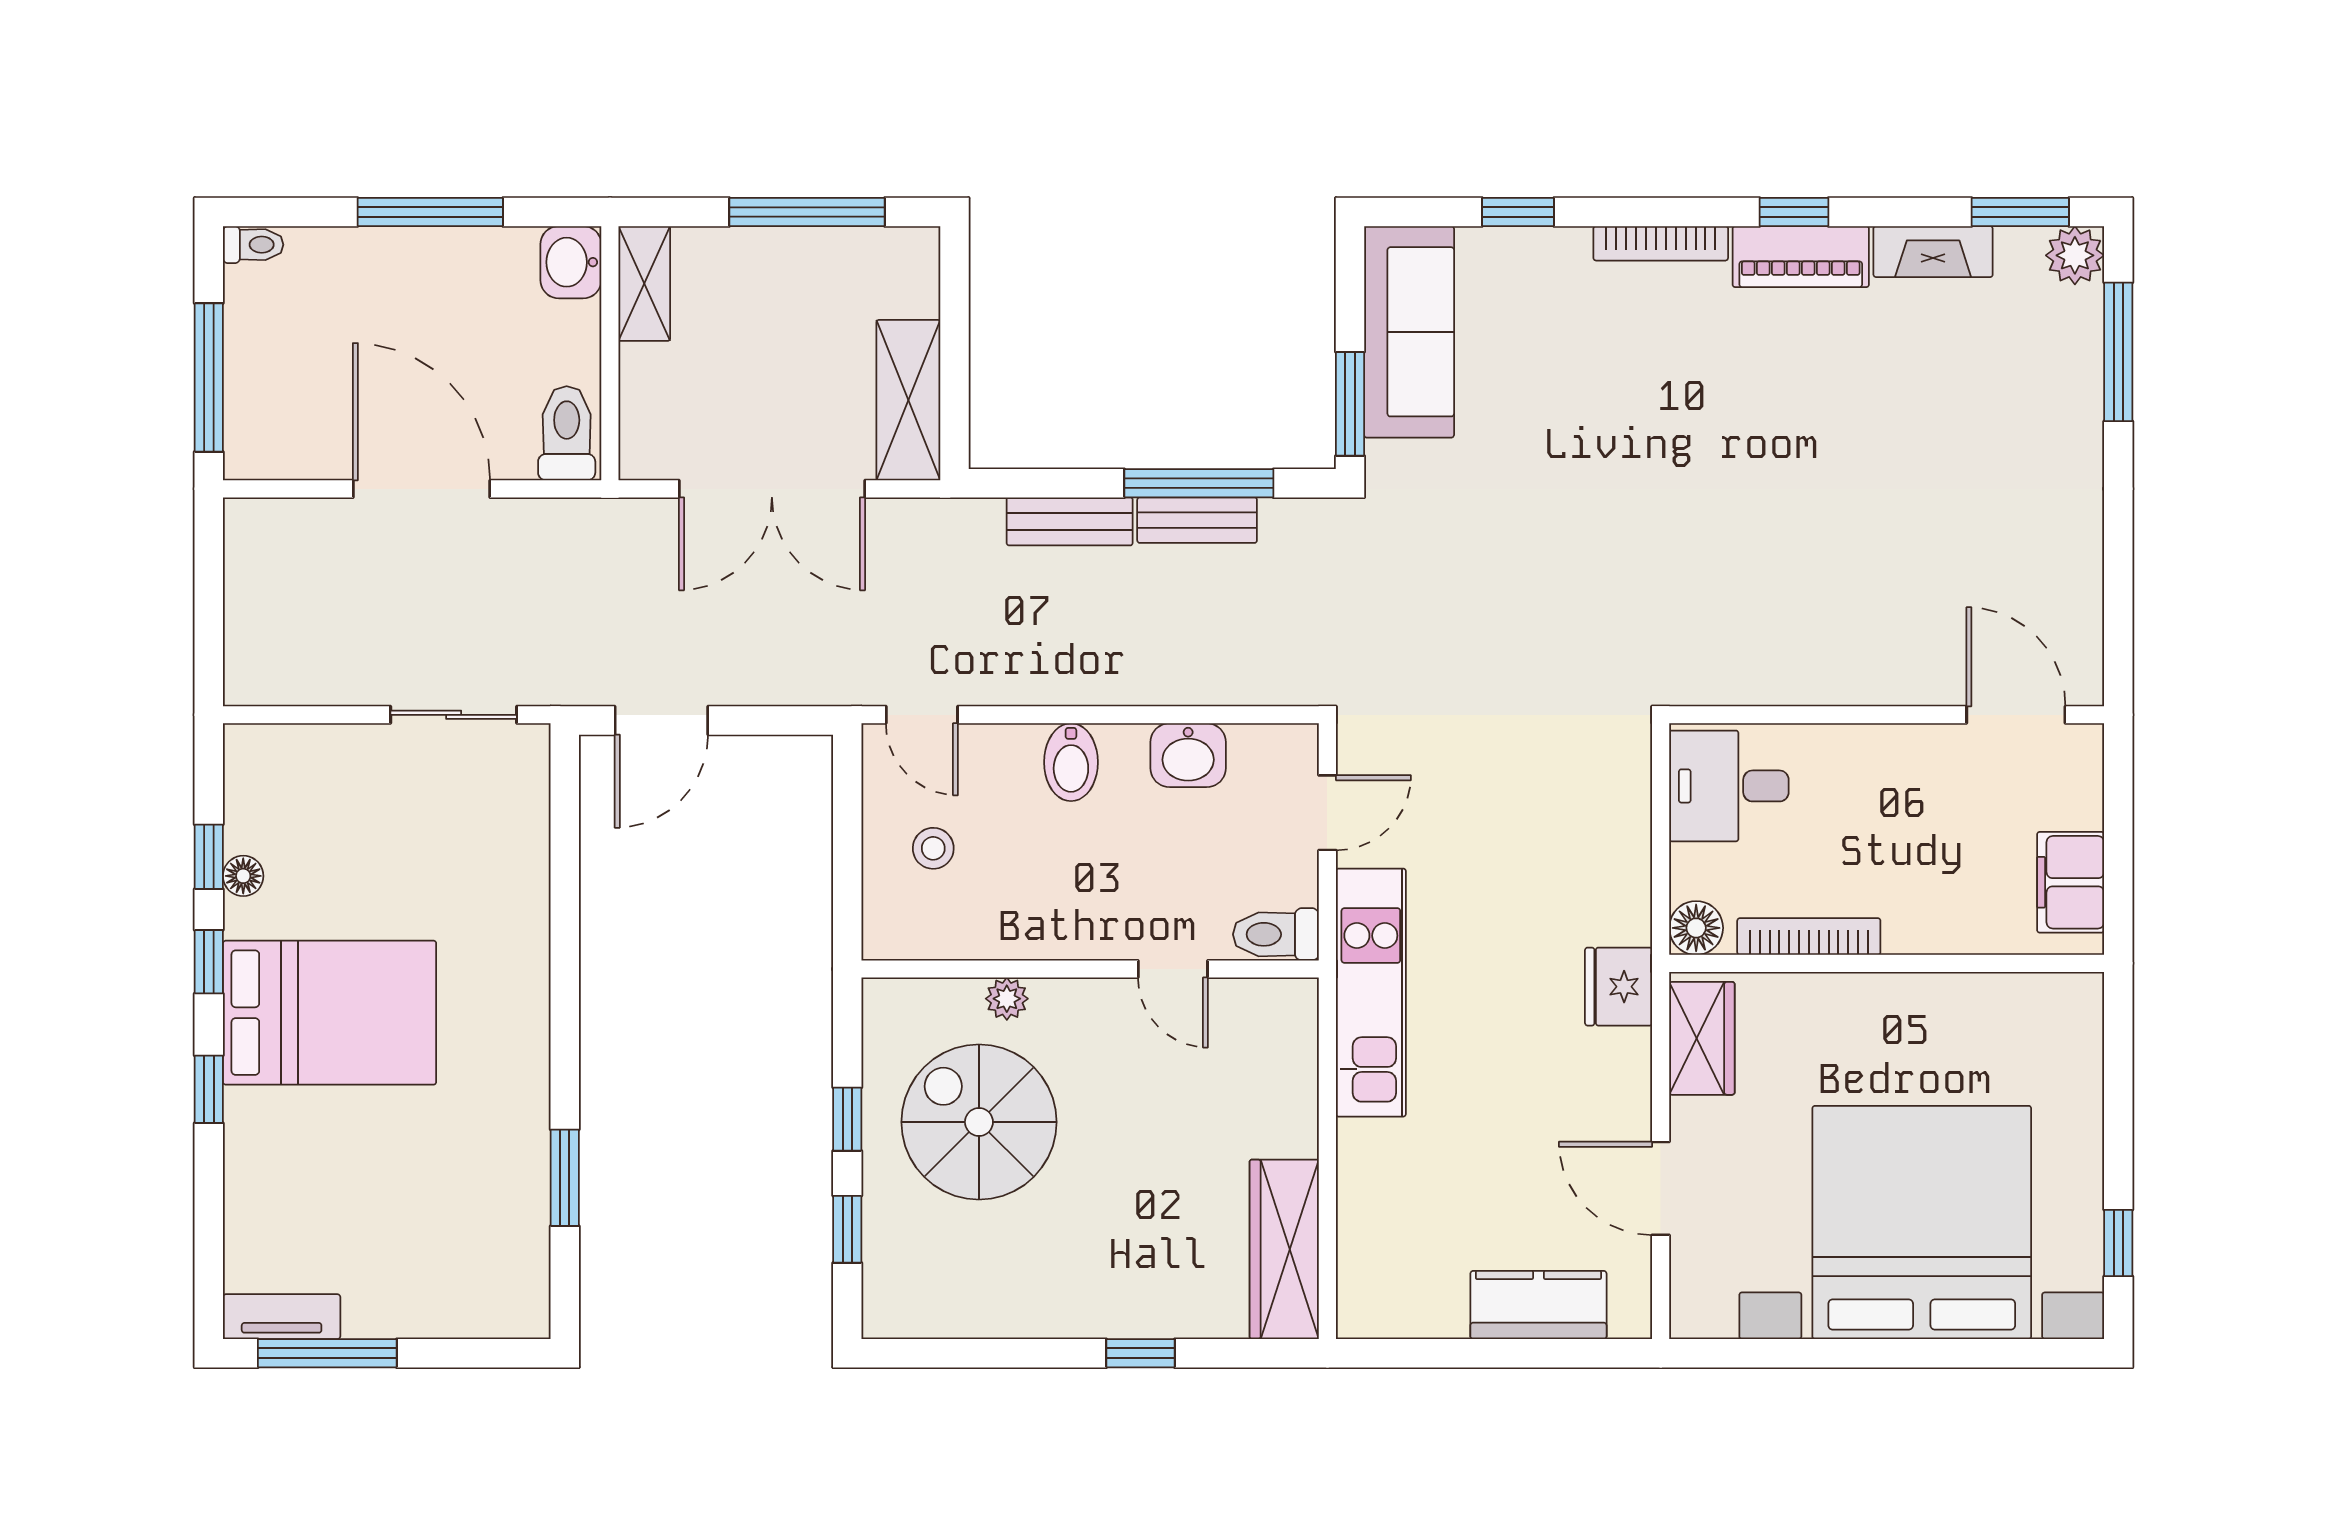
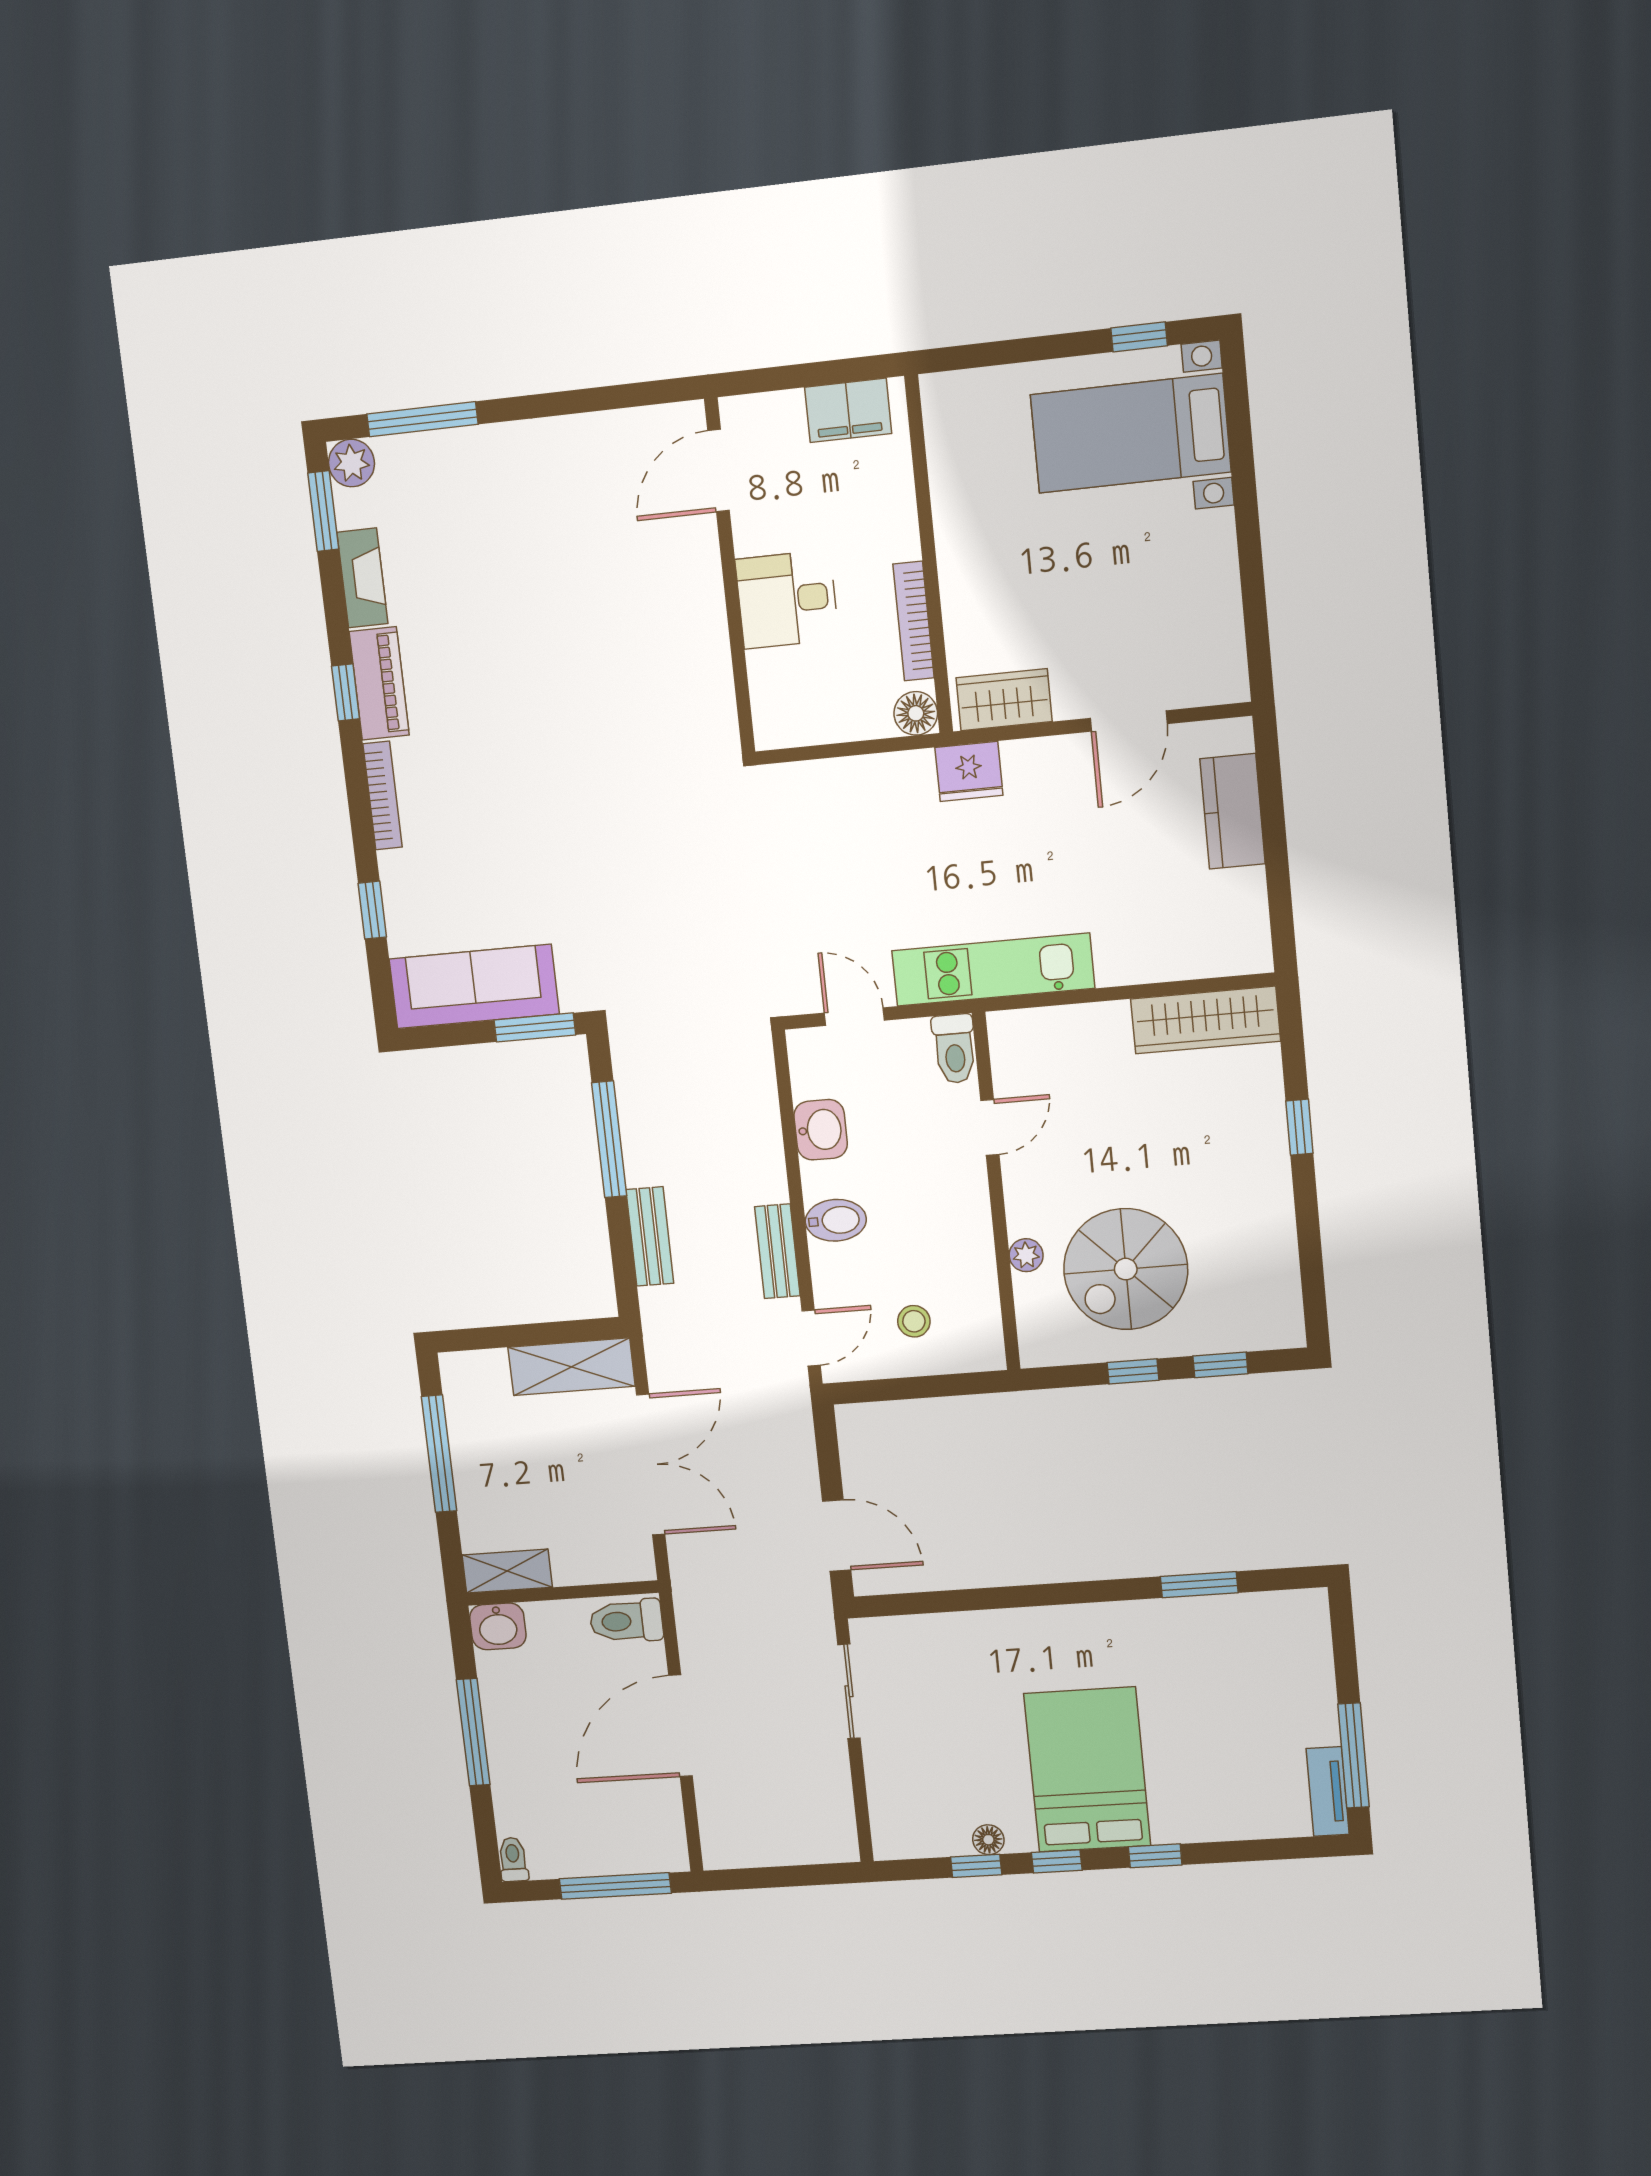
bench: (1197, 520) -> (777, 1251), moved
desk: (1729, 786) -> (787, 599), moved, turned 90
bed with nightstands: (1922, 1222) -> (1131, 433), width x0.54

